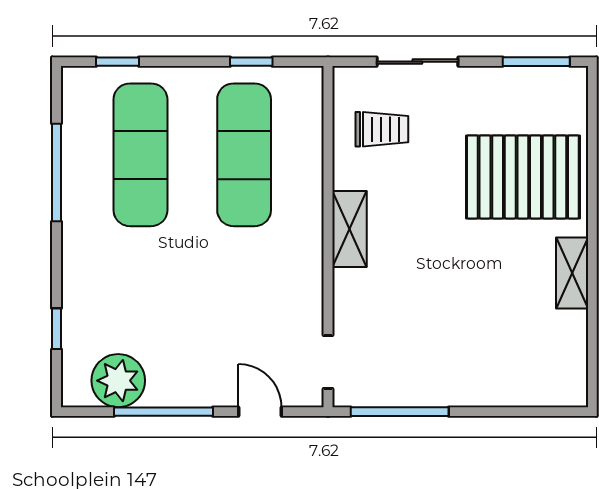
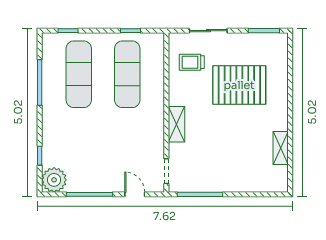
trolley: (382, 129) -> (192, 62), turned 180
pallet: (523, 177) -> (239, 85), moved
shelving: (349, 229) -> (177, 124), moved
shelving: (572, 273) -> (281, 148), moved
plant: (118, 381) -> (54, 180), moved

